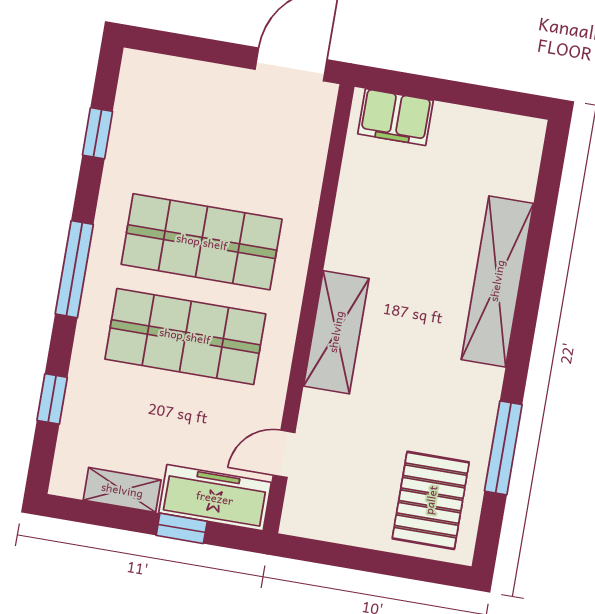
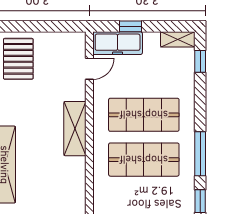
window: (74, 269) -> (200, 154), moved
window: (52, 399) -> (200, 61), moved
shelving: (122, 490) -> (178, 39), moved

